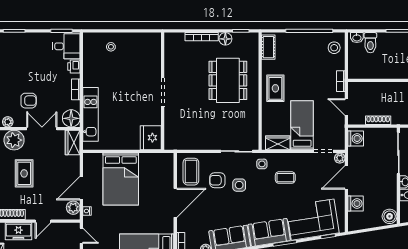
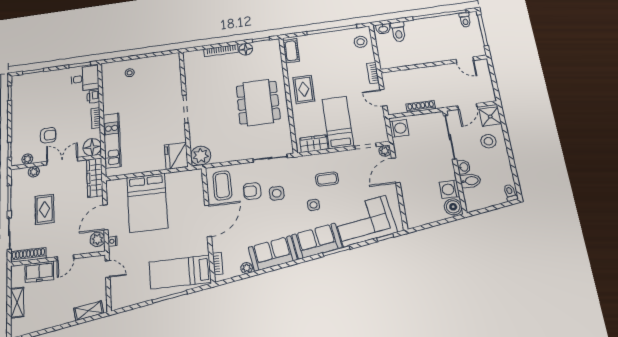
dining table: (228, 80) -> (258, 103), moved
plant: (14, 140) -> (34, 172), width x0.53, depth x0.53
plant: (173, 141) -> (201, 156), added
wardrobe: (73, 143) -> (95, 178), width x1.50
side table: (262, 164) -> (313, 205), moved
washing machine: (355, 204) -> (449, 189), moved, turned 180

